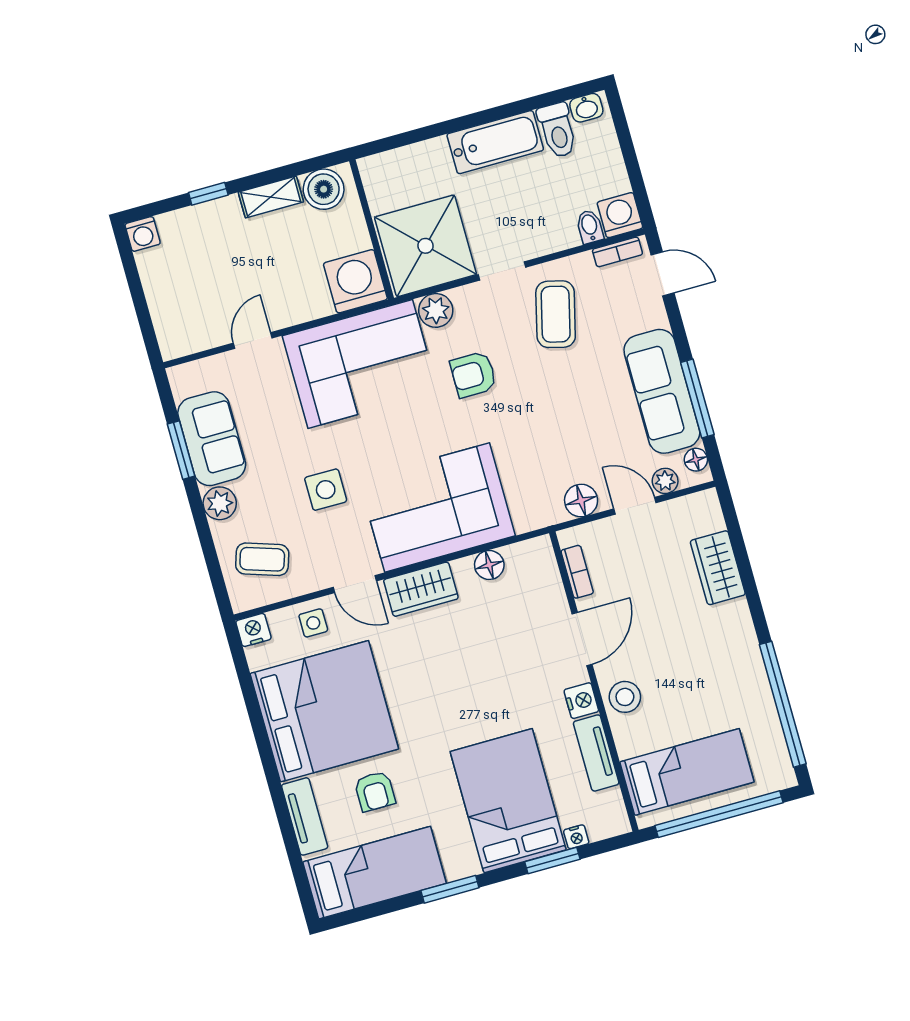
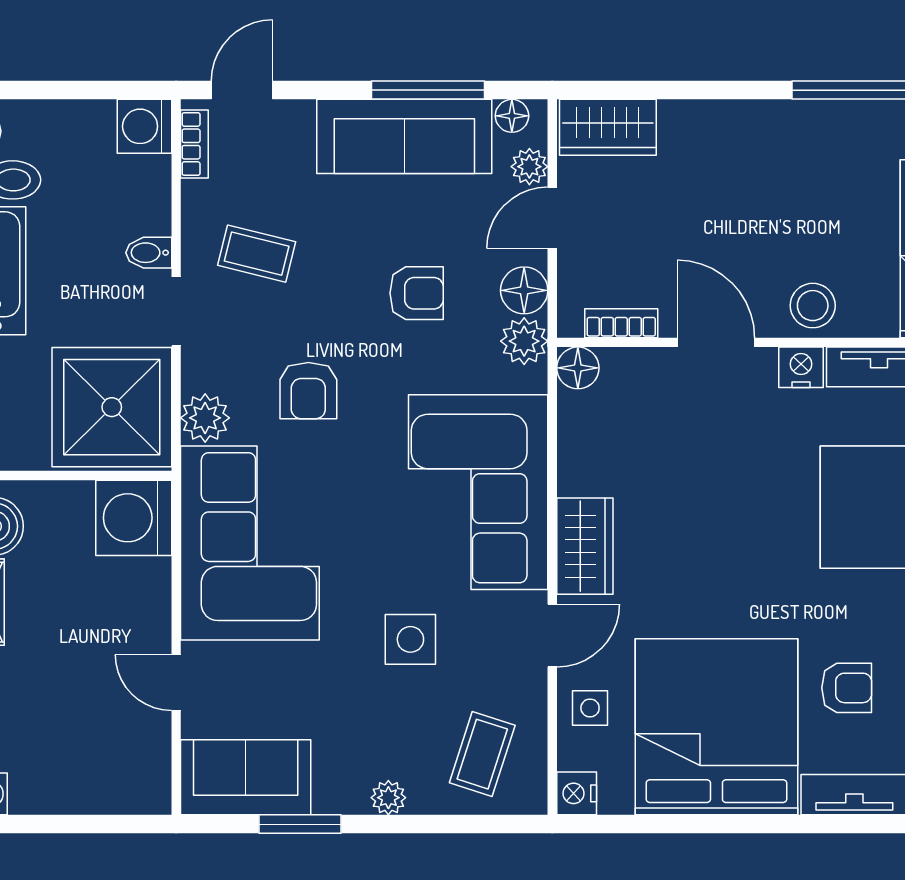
bidet: (590, 227) -> (149, 253), moved
coffee table: (556, 314) -> (257, 254), width x0.73, depth x0.77
armchair: (559, 429) -> (417, 293), added
sofa: (212, 439) -> (246, 777), moved
plant: (220, 503) -> (388, 798), width x0.73, depth x0.73
plant: (547, 510) -> (524, 341), added
floor lamp: (489, 565) -> (578, 368), moved
wardrobe: (718, 568) -> (608, 127), moved

